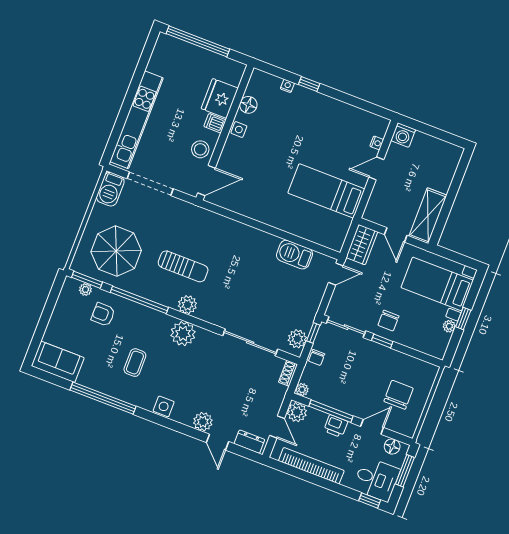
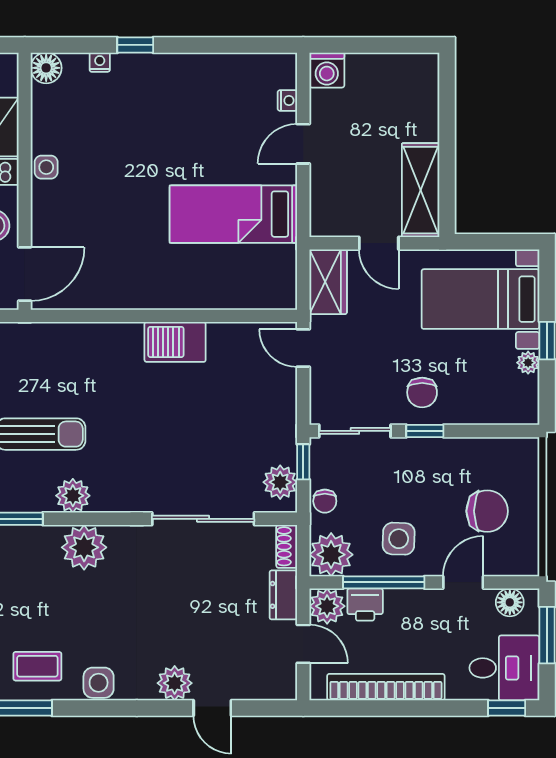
floor lamp: (248, 105) -> (46, 68), moved
barbecue: (294, 255) -> (175, 342), moved
door: (336, 274) -> (303, 348), swing flipped
coffee table: (135, 363) -> (37, 666), moved, turned 90
plant: (302, 390) -> (331, 555), width x1.87, depth x1.87
side table: (347, 392) -> (399, 539), added
chair: (399, 395) -> (487, 511), turned 90
printer: (336, 426) -> (365, 605), moved
dresser: (249, 442) -> (283, 595), moved, turned -90

